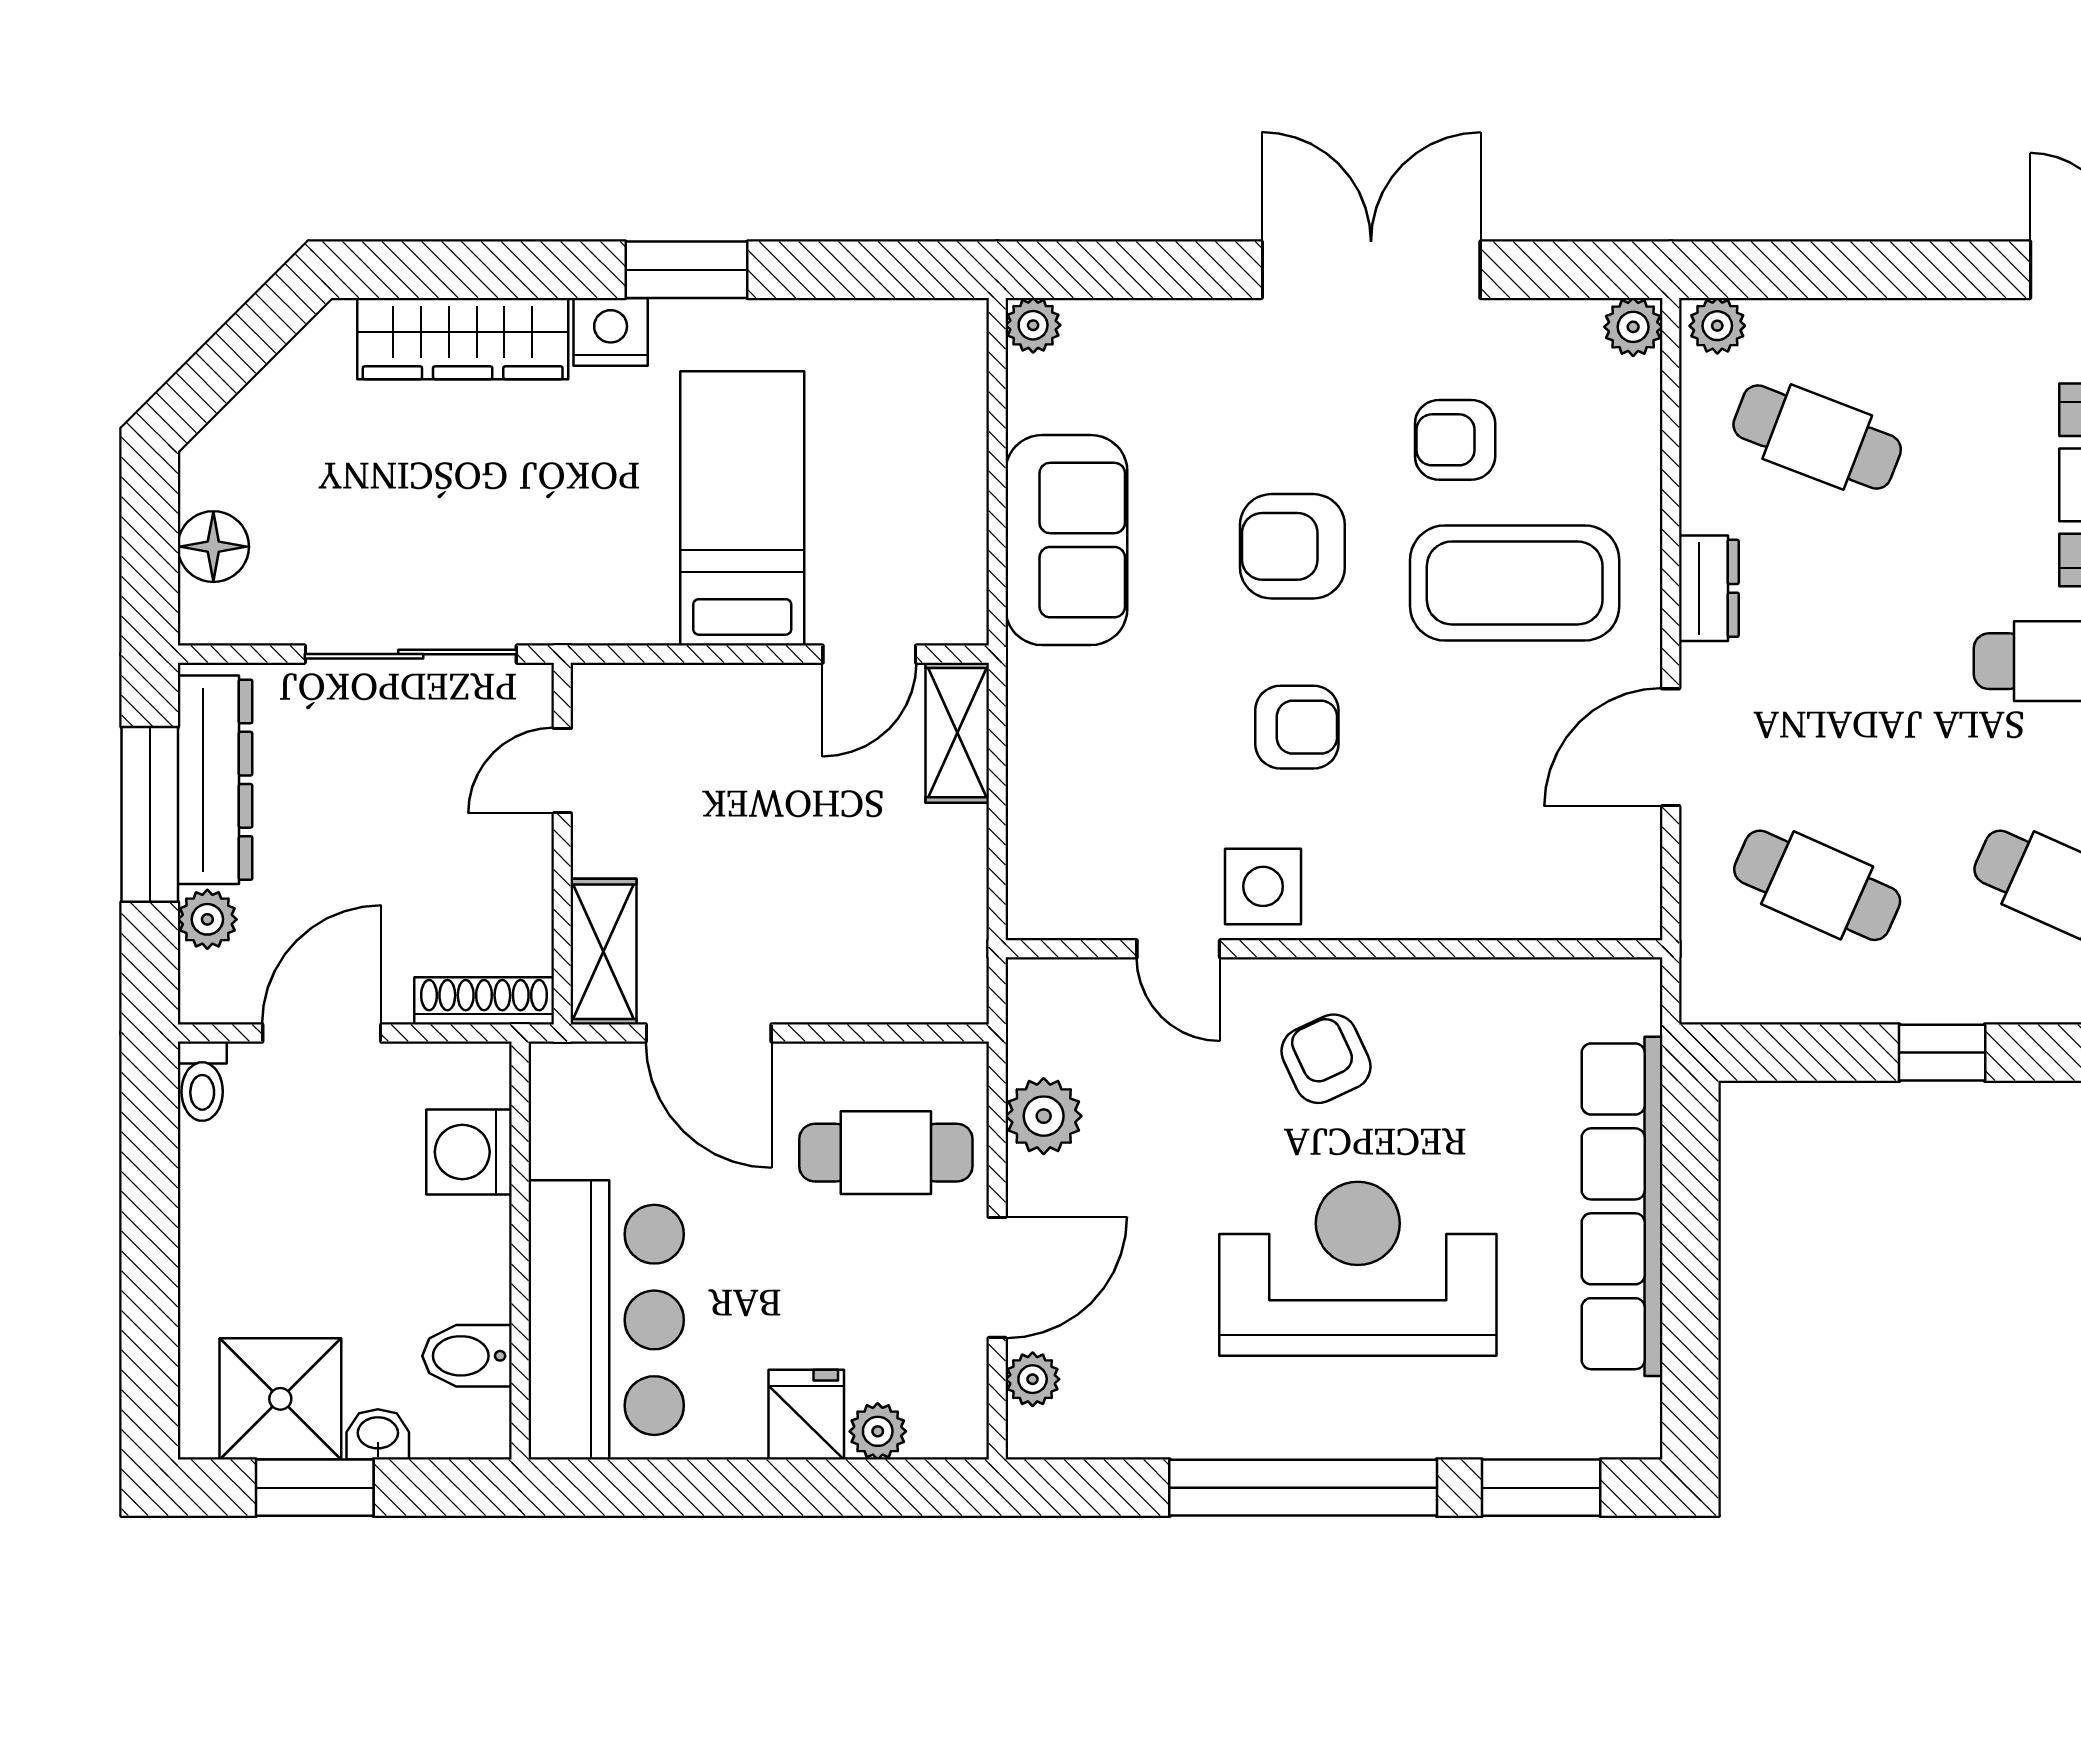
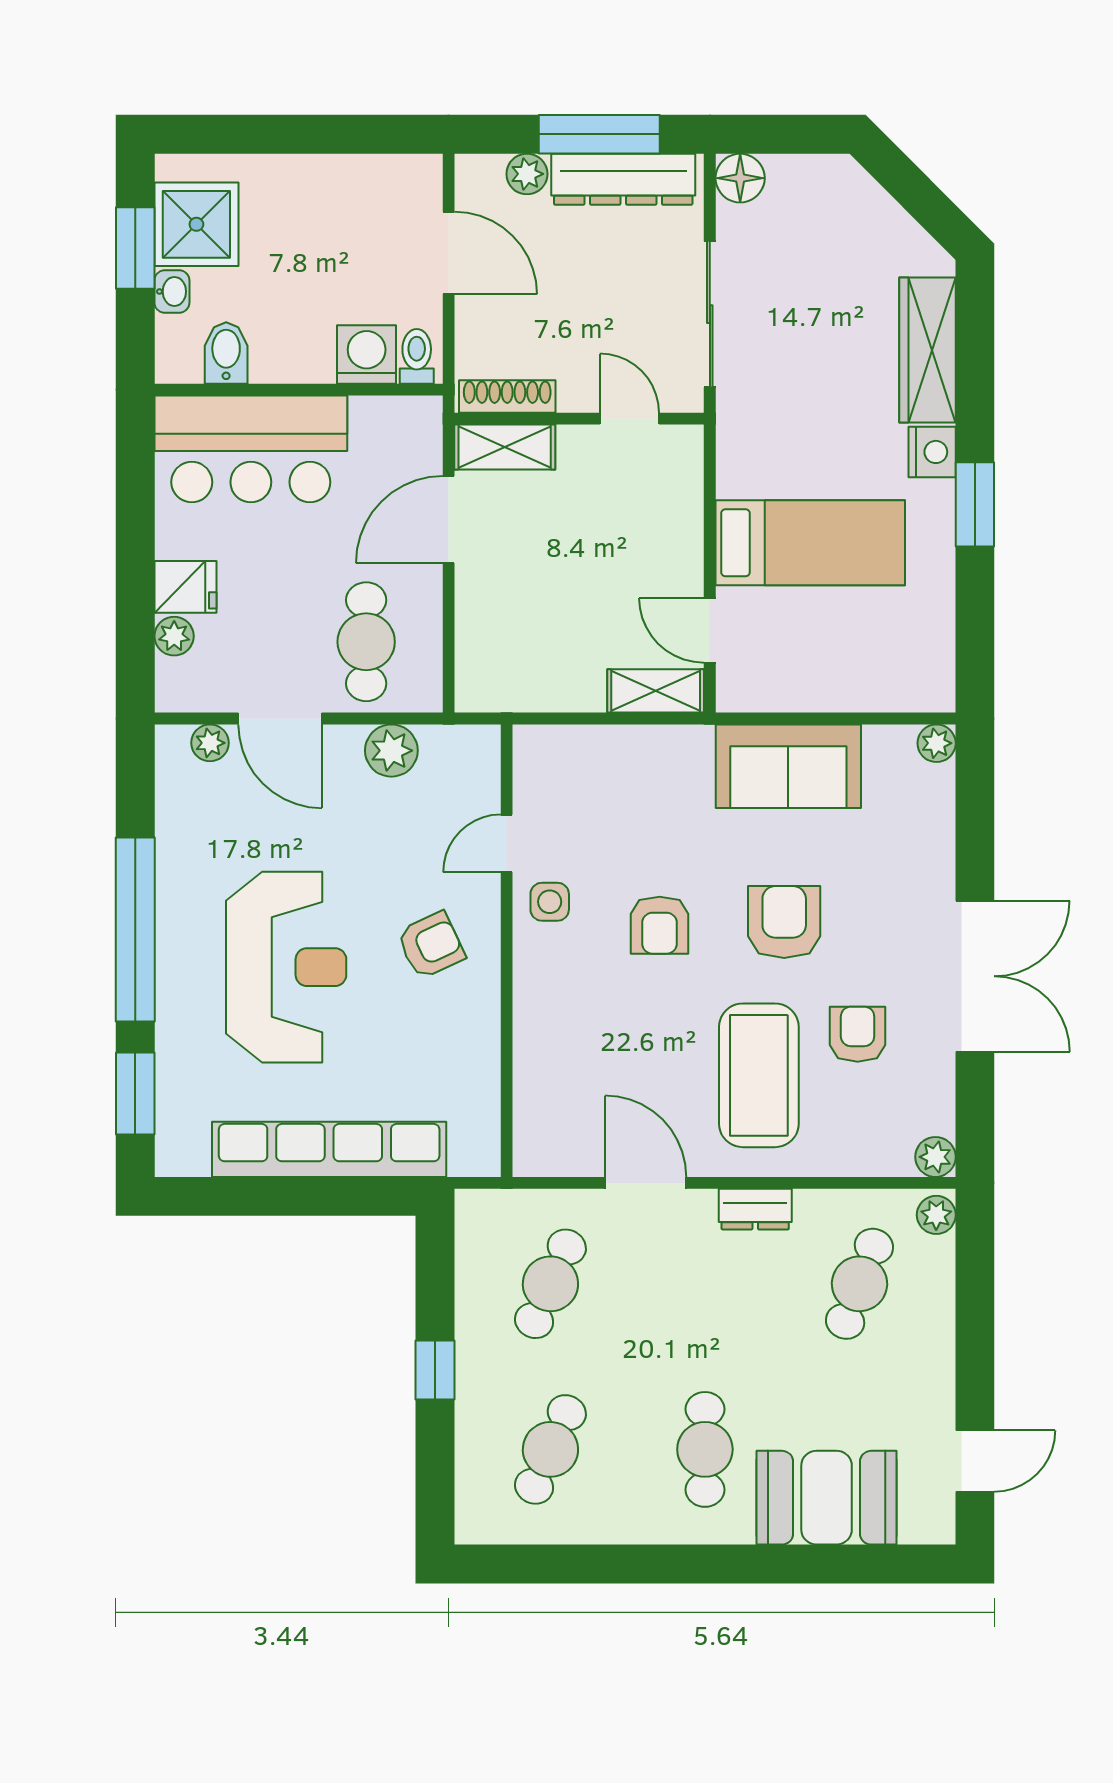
floor lamp: (213, 547) -> (740, 178), moved
side table: (1263, 886) -> (550, 902), width x0.73, depth x0.73
shoe rack: (484, 1001) -> (507, 396), moved, turned -90
toilet: (202, 1081) -> (417, 356), moved, turned 90

